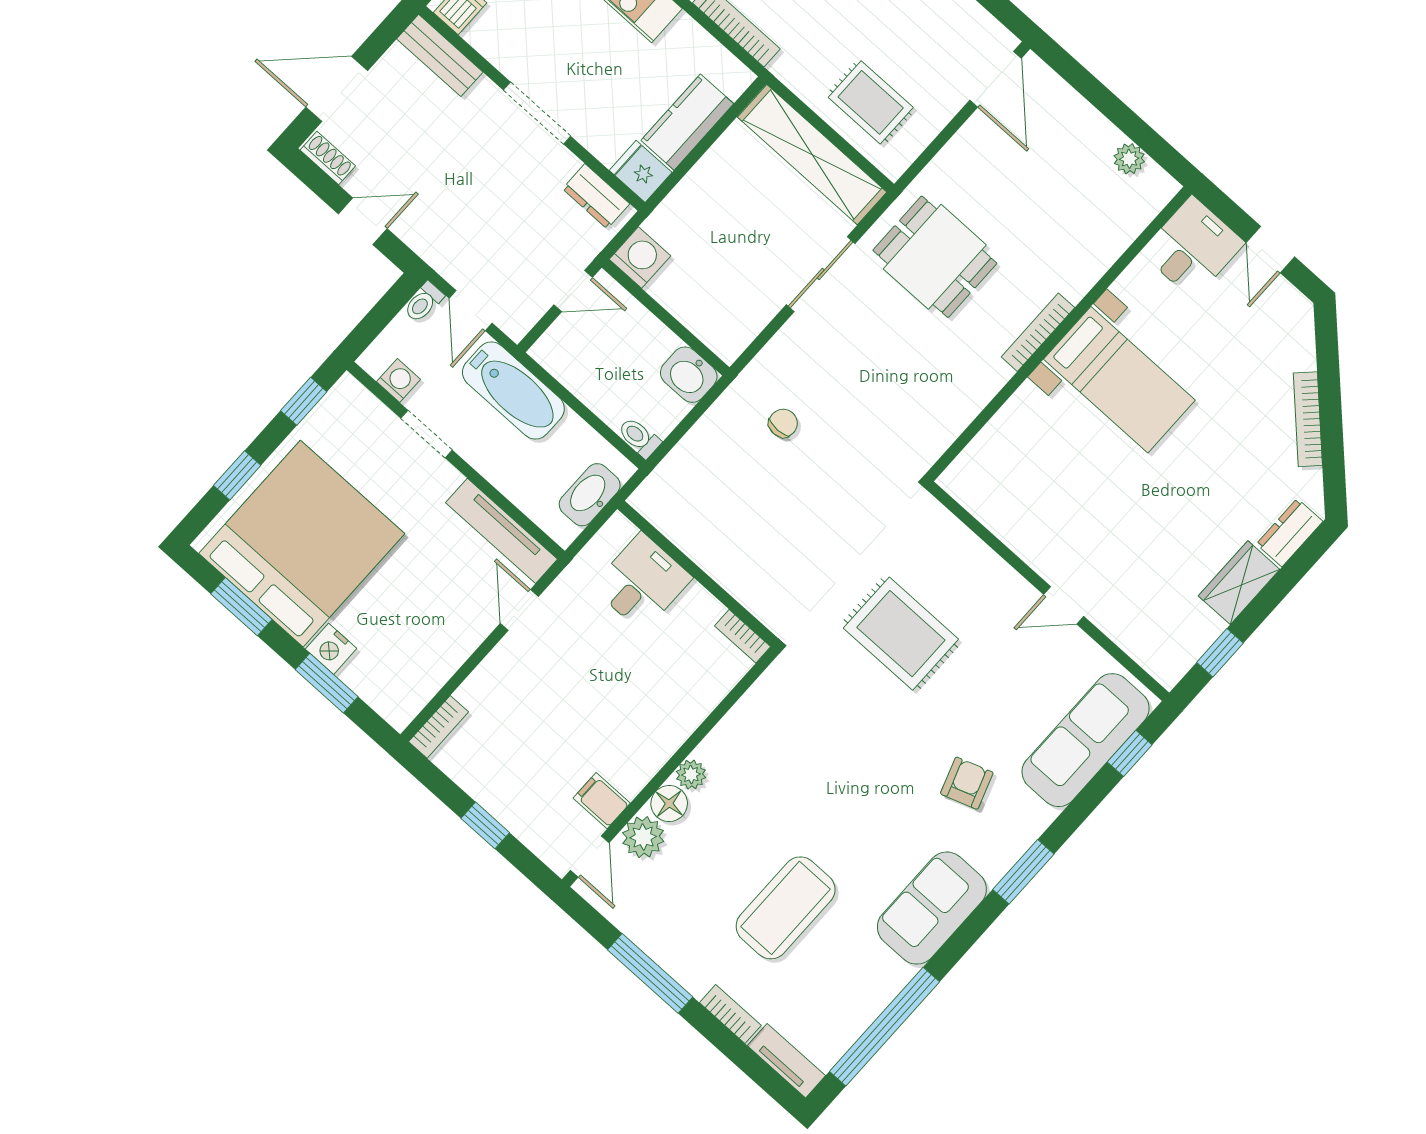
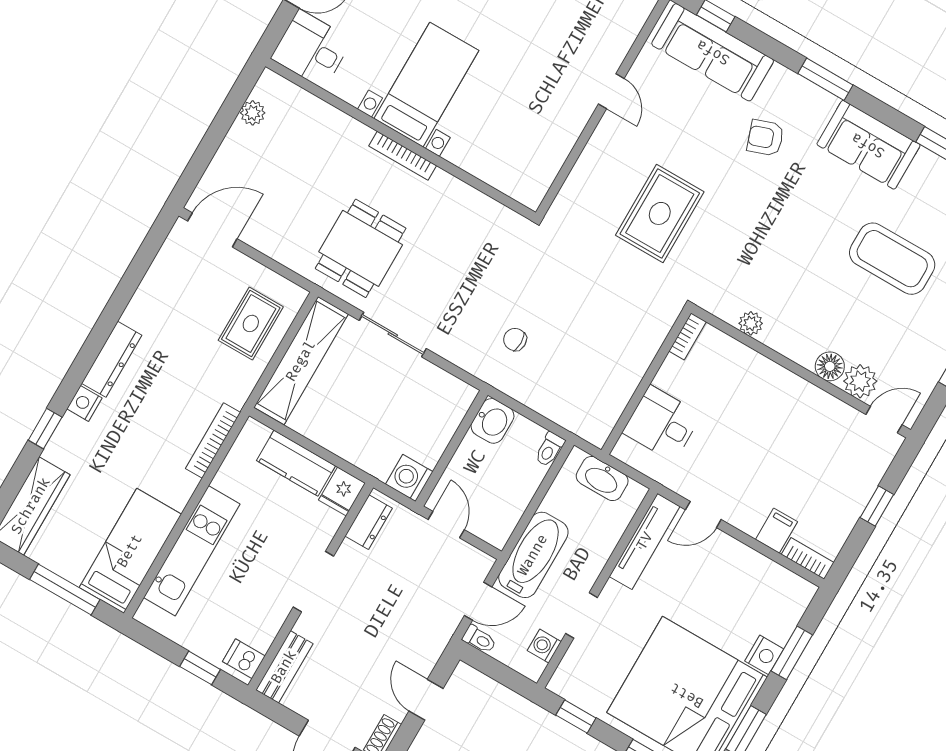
plant: (691, 775) -> (751, 323), moved
filing cabinet: (602, 801) -> (776, 531), moved, turned 180

